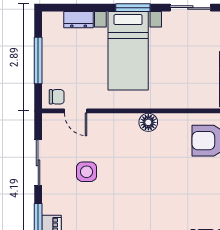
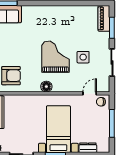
door: (76, 111) -> (90, 93), hinge flipped
grand piano: (133, 173) -> (56, 57), added

